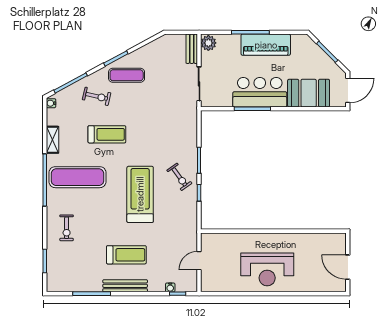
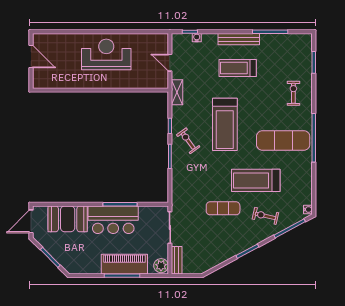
piano: (266, 45) -> (124, 264), moved
exercise mat: (127, 75) -> (223, 208), moved
treadmill: (107, 134) -> (256, 180), width x1.37, depth x1.38
shelving: (52, 140) -> (177, 92), moved
door: (199, 261) -> (170, 63), swing flipped

